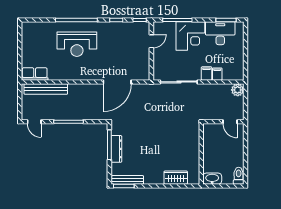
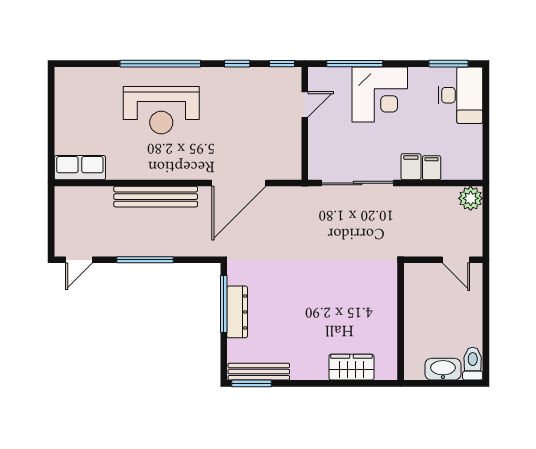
desk: (220, 33) -> (460, 95), moved, turned 90
bench: (46, 89) -> (156, 197), moved
door: (34, 122) -> (79, 260), hinge flipped
washbasin: (212, 179) -> (443, 369), moved

